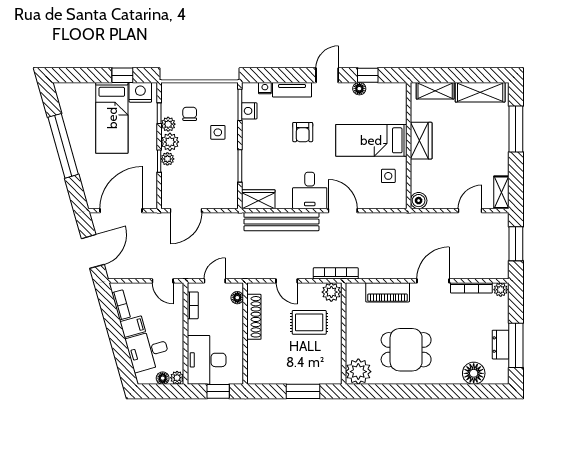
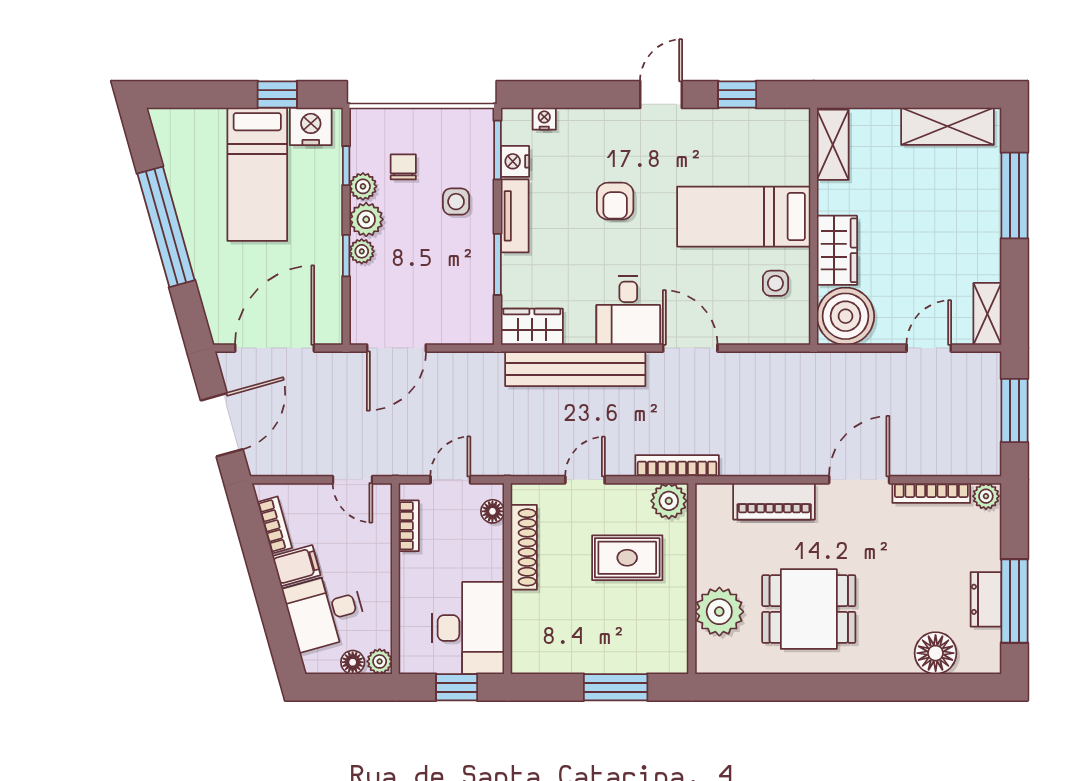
floor lamp: (359, 89) -> (721, 120), removed
tv unit: (292, 90) -> (515, 216), moved, turned -90
shelving: (435, 91) -> (833, 145), moved, turned 90
wardrobe: (421, 141) -> (837, 250), moved
boiler: (419, 201) -> (846, 316), width x1.86, depth x1.86
door: (287, 281) -> (585, 480), swing flipped
desk: (207, 360) -> (468, 628), moved, turned 180
plant: (358, 372) -> (719, 612), moved

